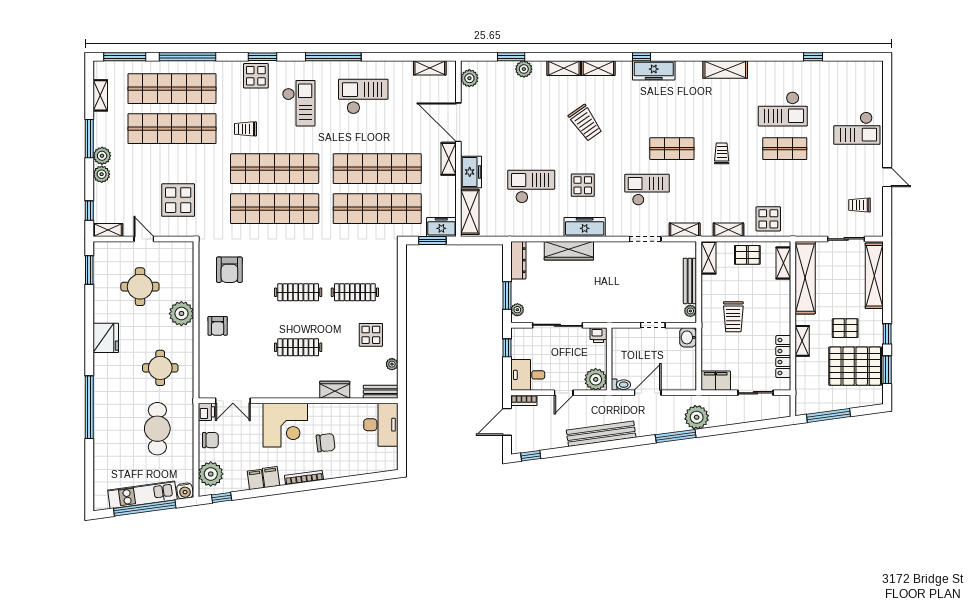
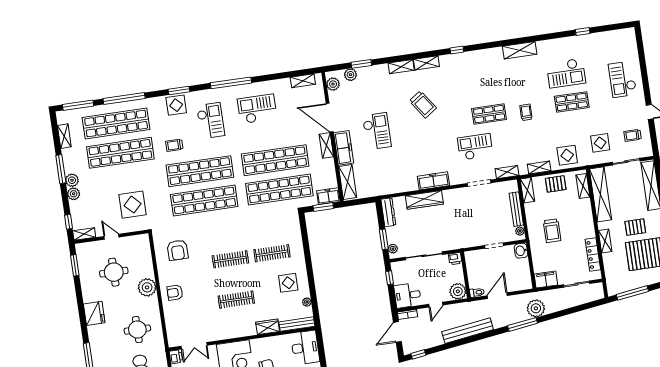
plant: (524, 69) -> (351, 75), moved
freezer: (654, 70) -> (467, 59), removed
checkout: (857, 128) -> (622, 79), turned 90
freezer: (471, 172) -> (344, 148), width x1.40
display table: (583, 185) -> (600, 143), moved
checkout: (531, 187) -> (377, 131), moved, turned 90
armchair: (218, 326) -> (175, 293), turned 90
bench: (381, 392) -> (297, 324), width x1.36

